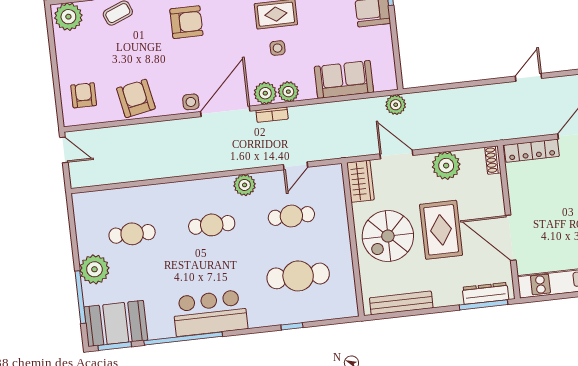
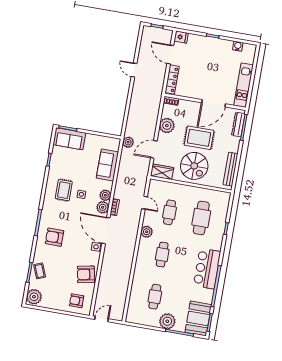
armchair: (186, 22) -> (54, 237), turned -90

